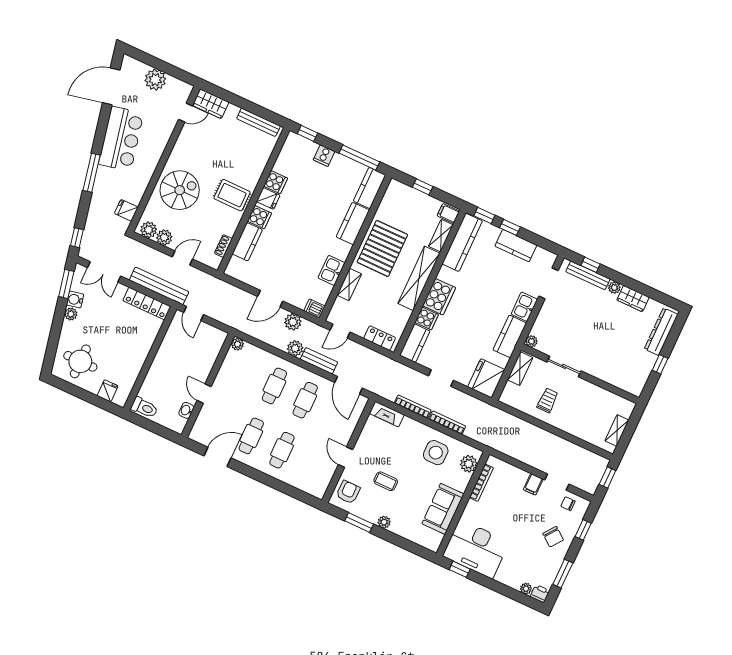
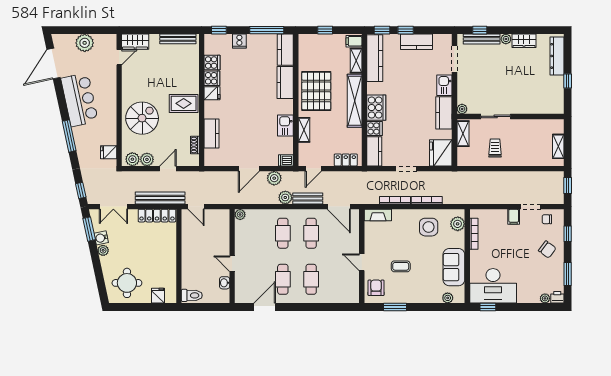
cooker: (259, 217) -> (212, 63), moved
plant: (384, 522) -> (448, 298), moved

